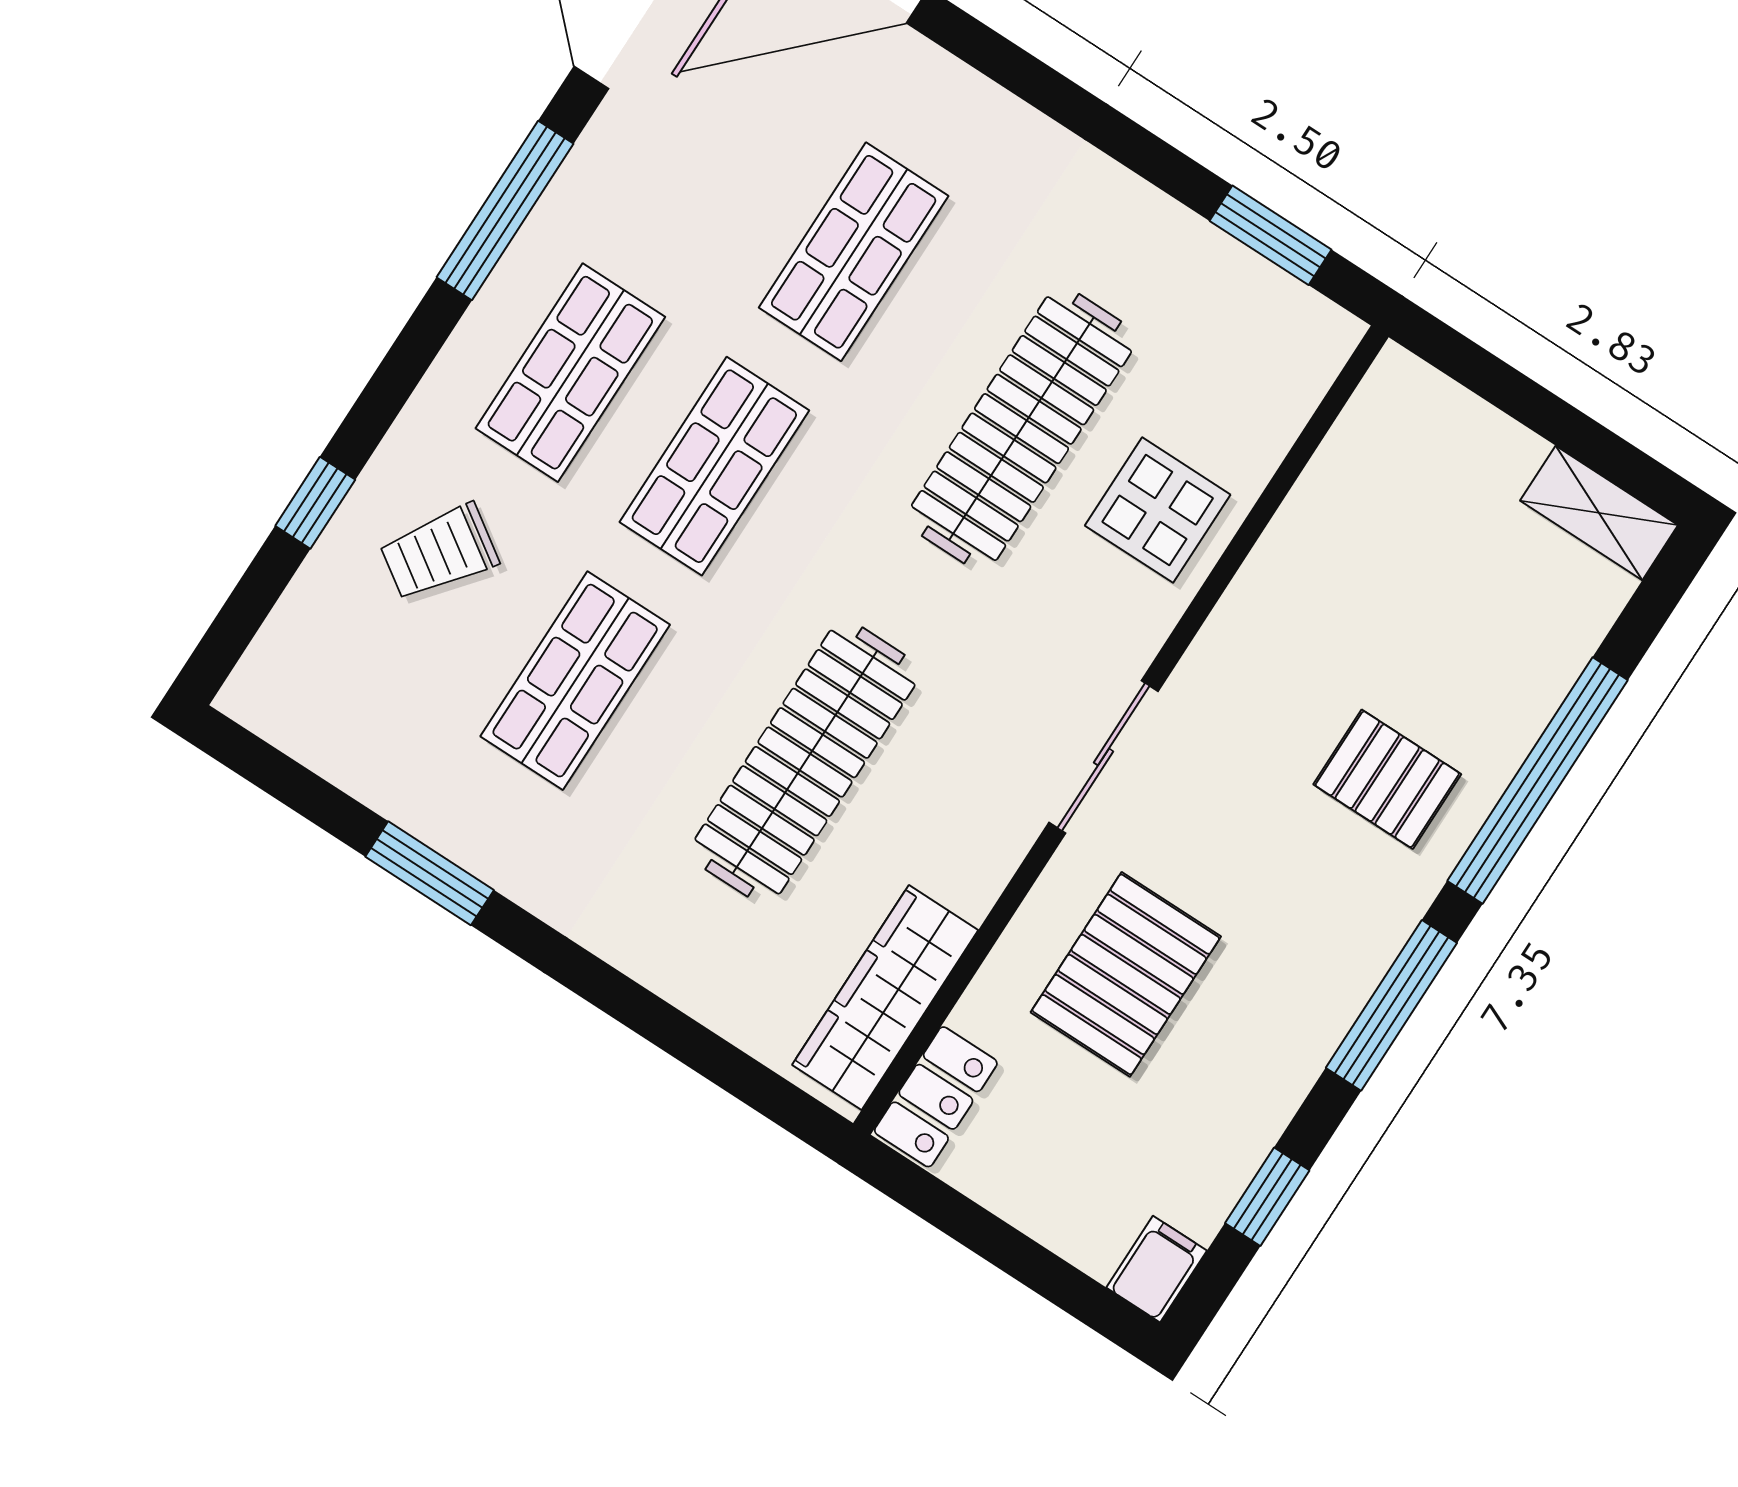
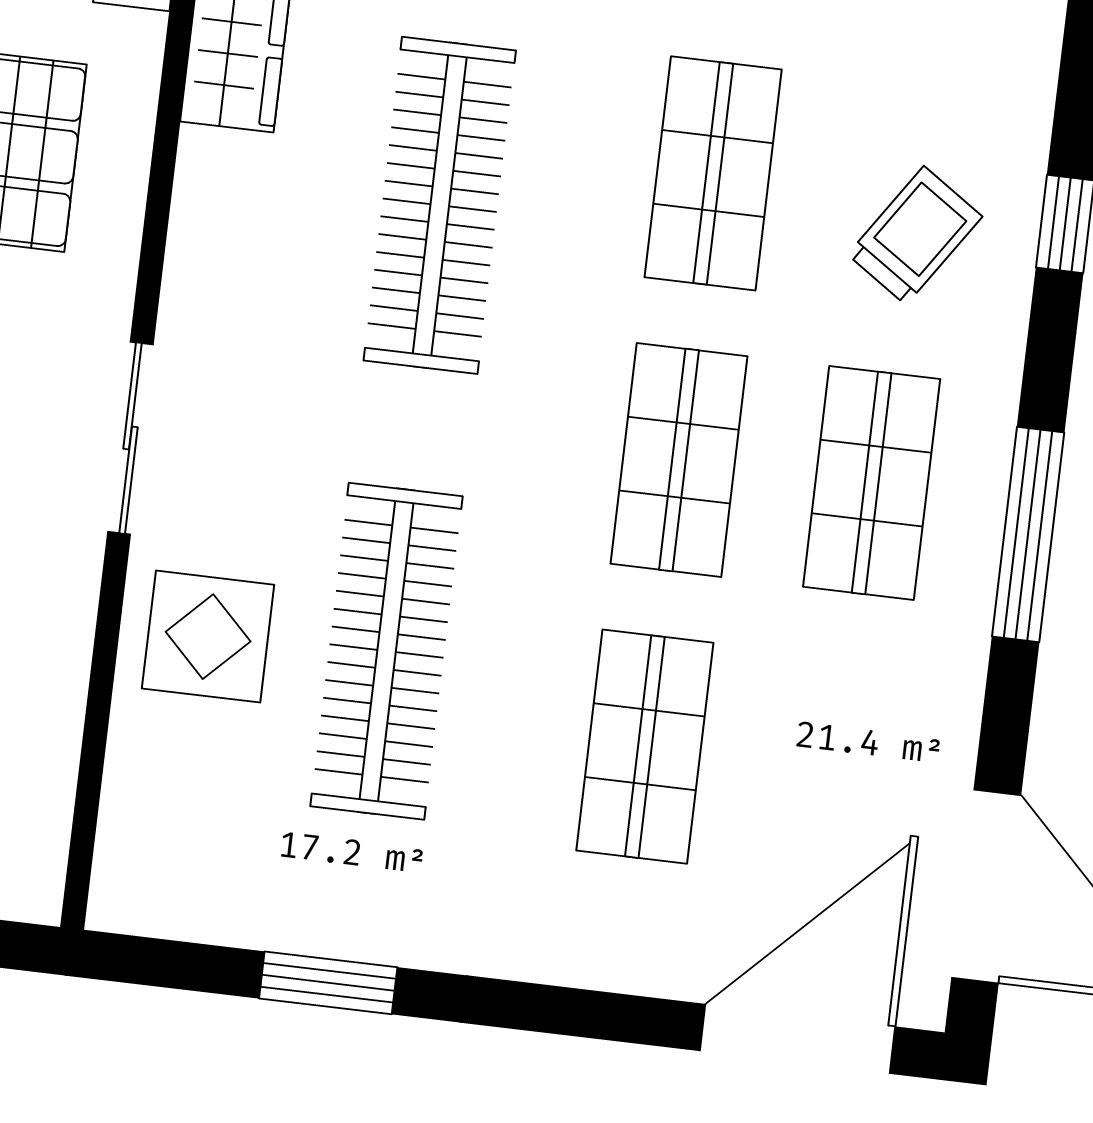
window: (505, 210) -> (1028, 535), moved
window: (1271, 235) -> (328, 983), moved
sliding door: (1104, 757) -> (130, 438), moved

